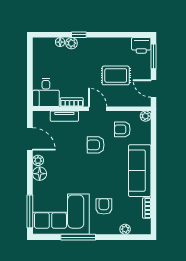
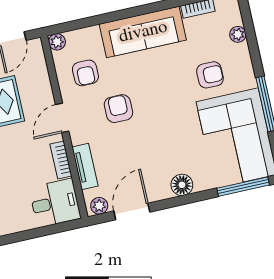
armchair: (96, 145) -> (118, 109), turned 180
plant: (38, 160) -> (99, 206), moved
armchair: (104, 206) -> (210, 75), turned 180

